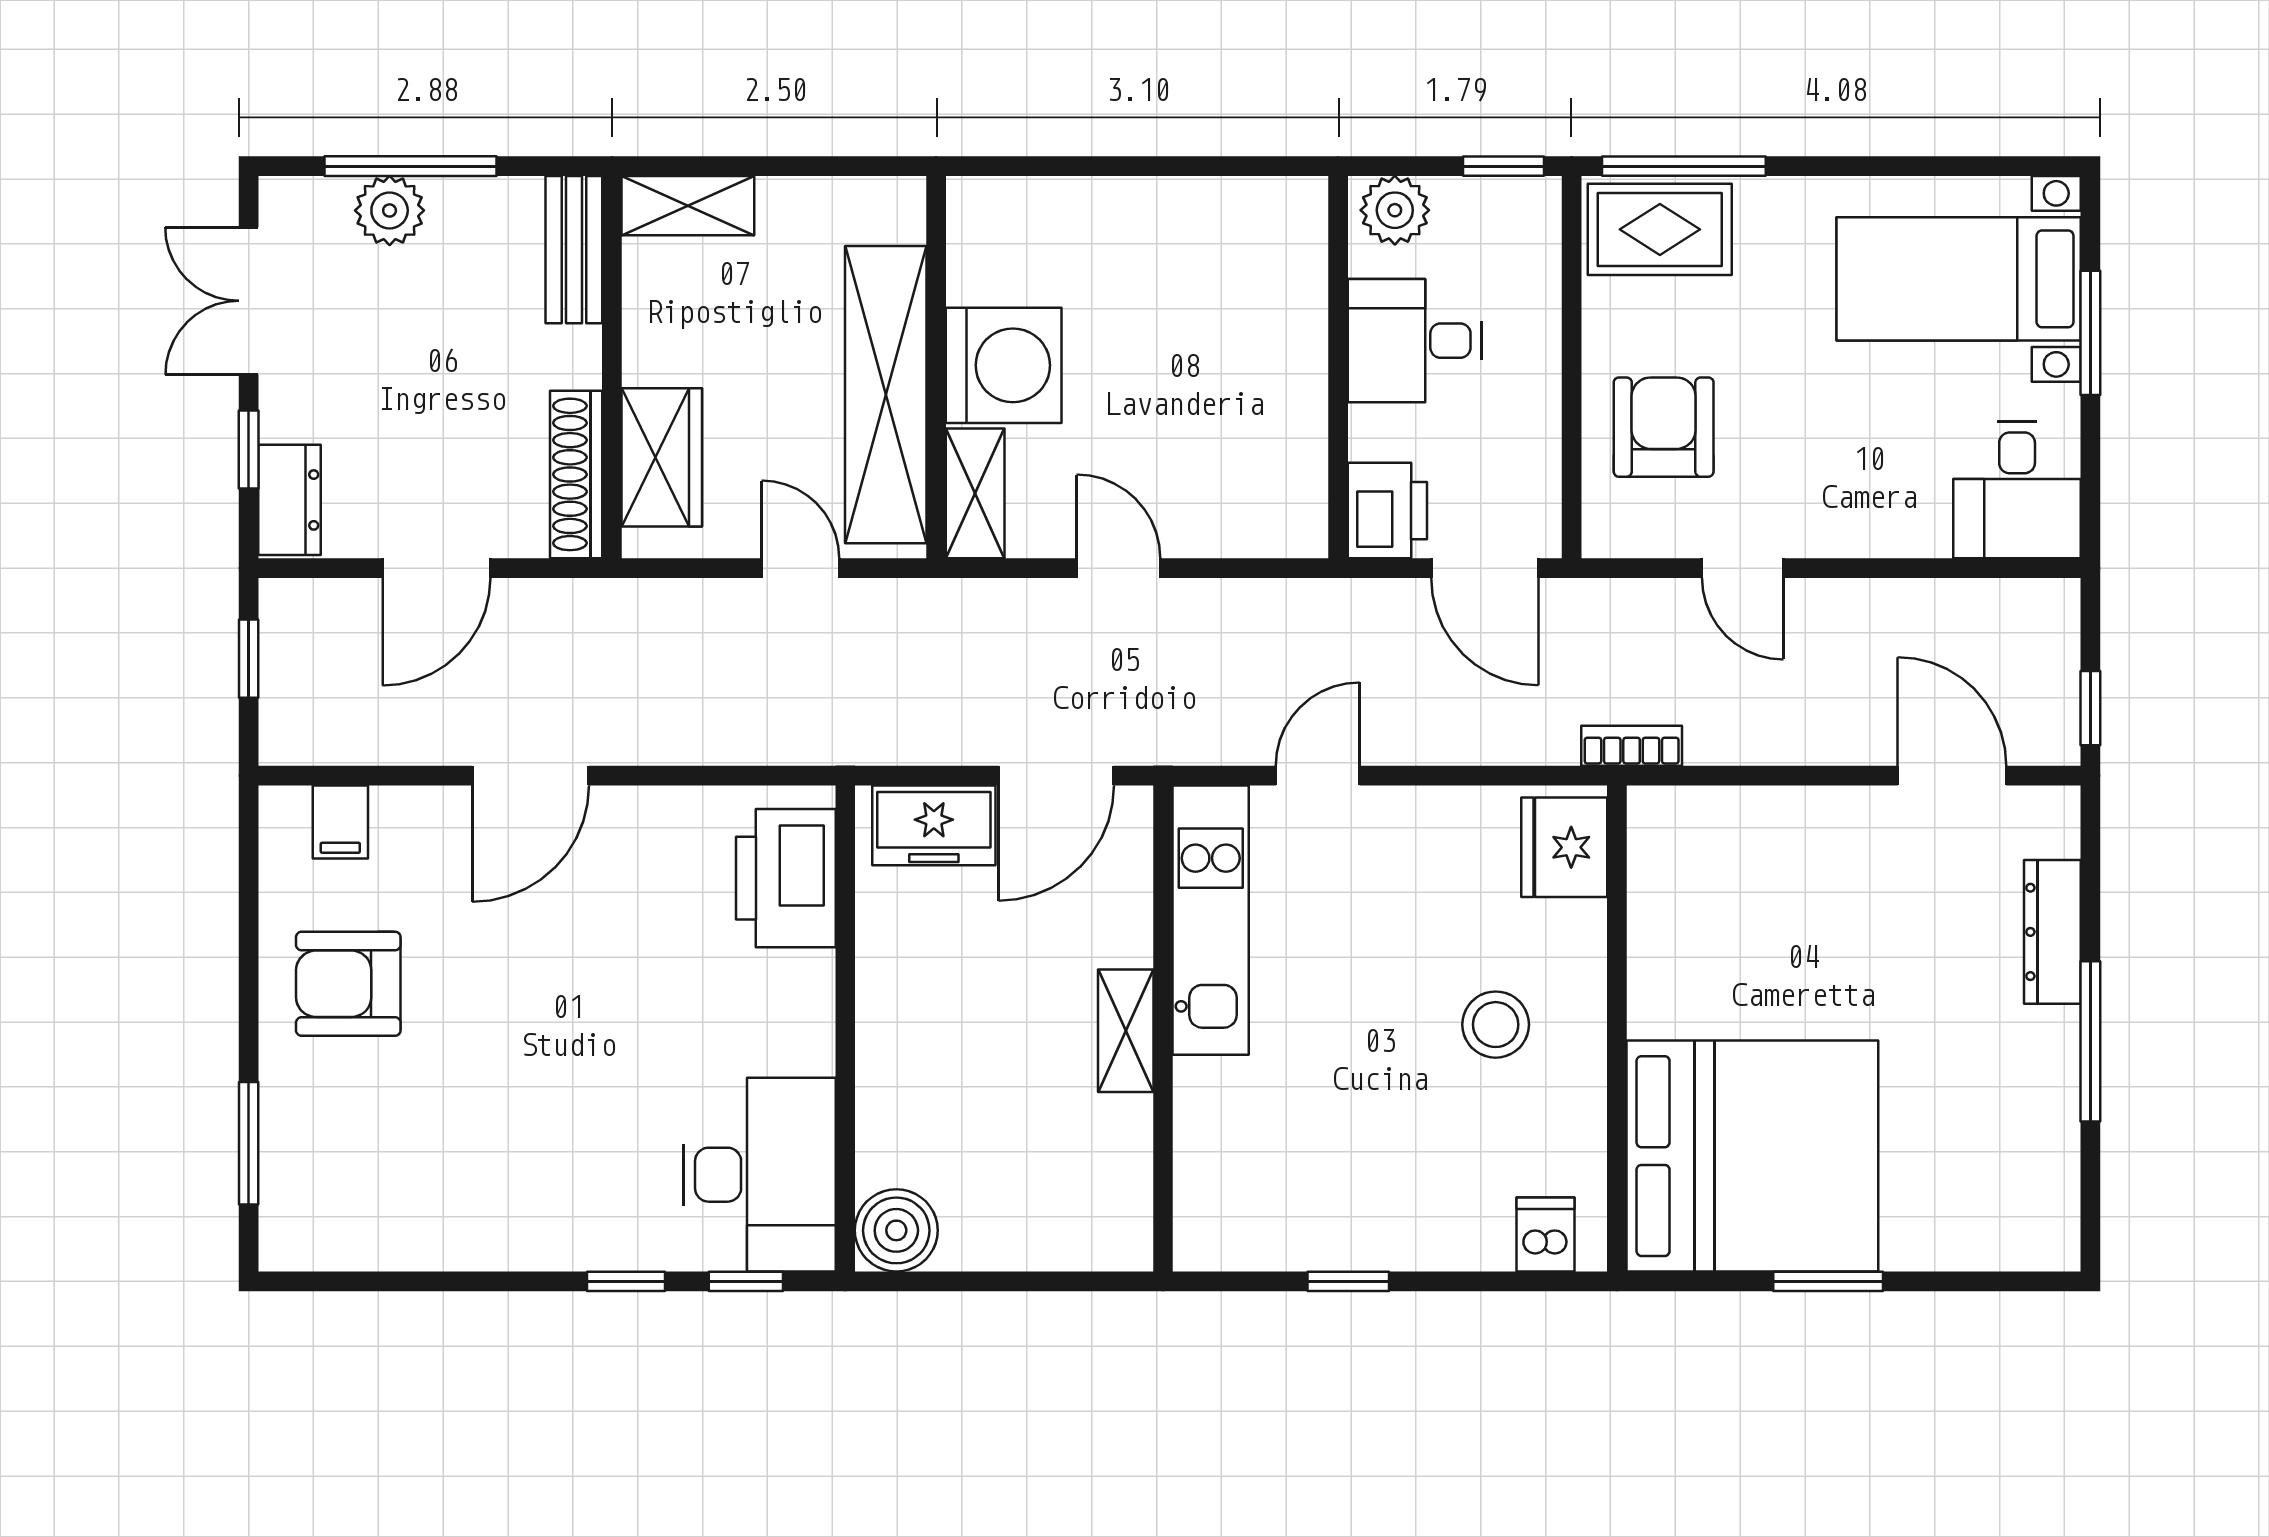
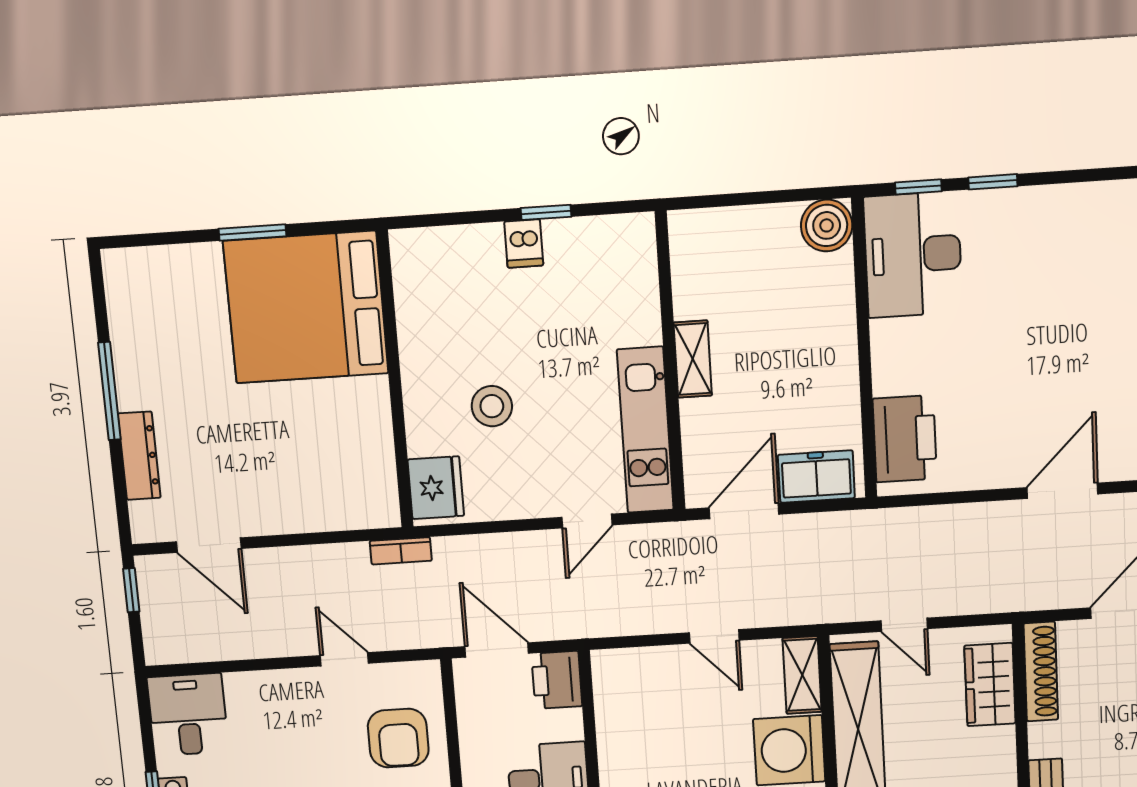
stool: (1496, 1025) -> (492, 406), moved
dishwasher: (1545, 1235) -> (524, 243), moved

